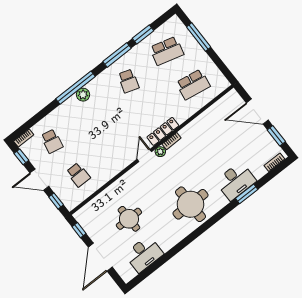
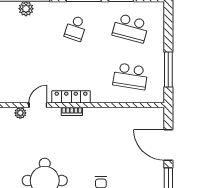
window: (199, 37) -> (168, 69), moved
plant: (160, 152) -> (20, 113), moved

